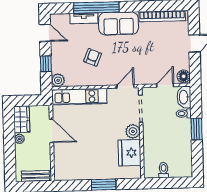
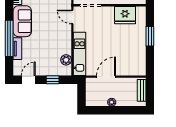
armchair: (93, 57) -> (49, 42), removed
plant: (58, 80) -> (66, 60), moved
wardrobe: (22, 119) -> (96, 100), removed
plant: (133, 131) -> (108, 12), removed

